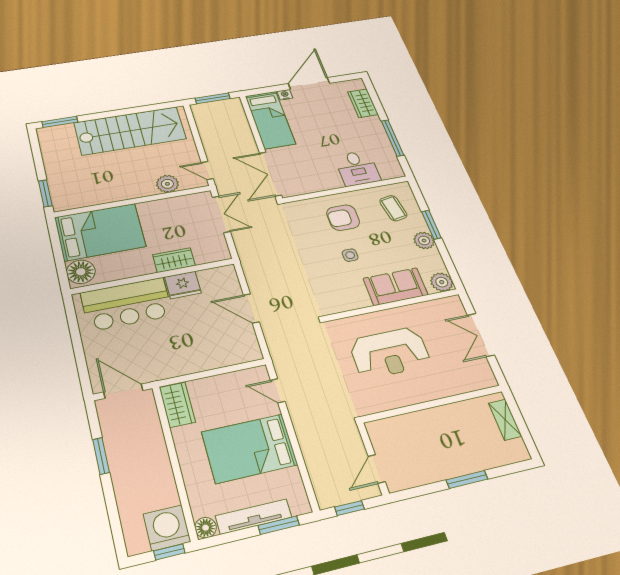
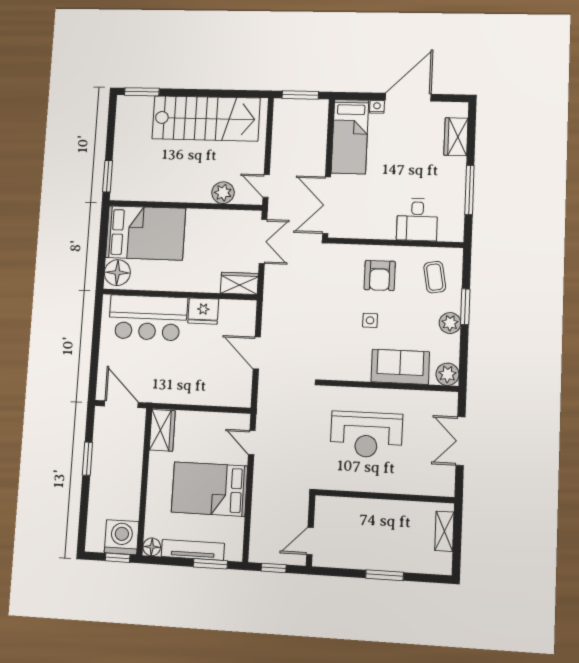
armchair: (343, 218) -> (380, 275), turned -90
wardrobe: (174, 260) -> (239, 283), moved

